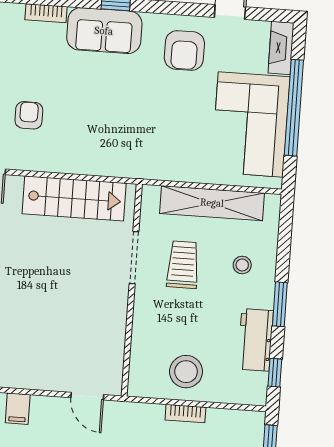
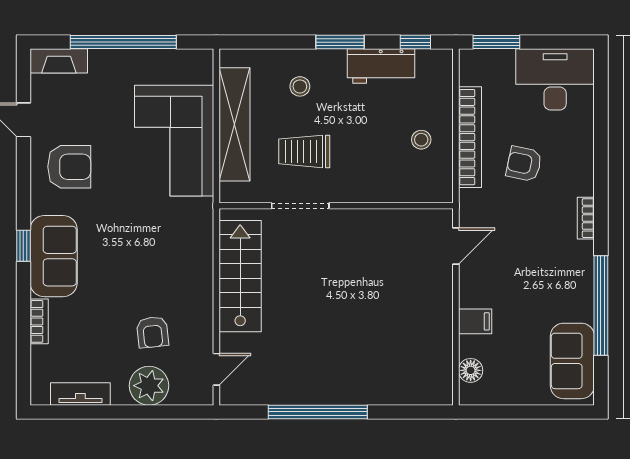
armchair: (29, 115) -> (152, 332), turned -96
corner sofa: (251, 124) -> (174, 141), moved, turned 90
stool: (186, 372) -> (421, 140), width x0.53, depth x0.53
bookcase: (185, 414) -> (470, 137), width x2.31, depth x1.31

